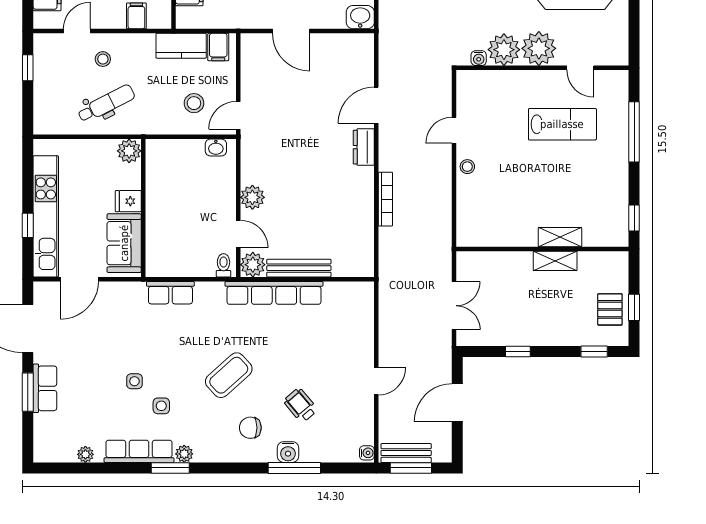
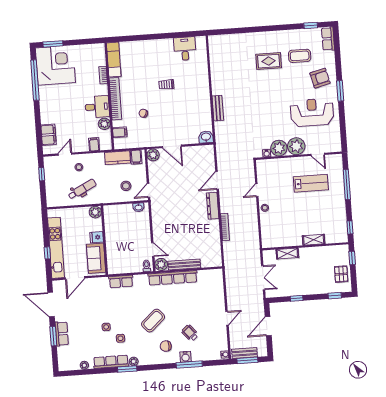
dresser: (364, 147) -> (213, 206), width x1.44
plant: (252, 197) -> (153, 155), moved
shelving: (555, 261) -> (287, 254), moved
window: (634, 307) -> (352, 258), moved

